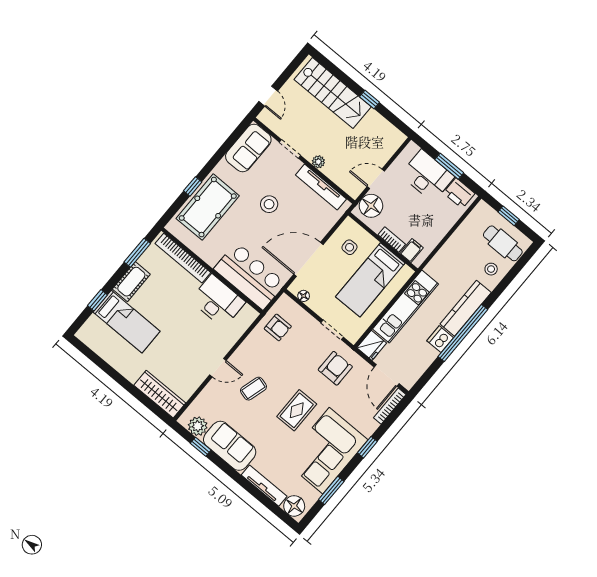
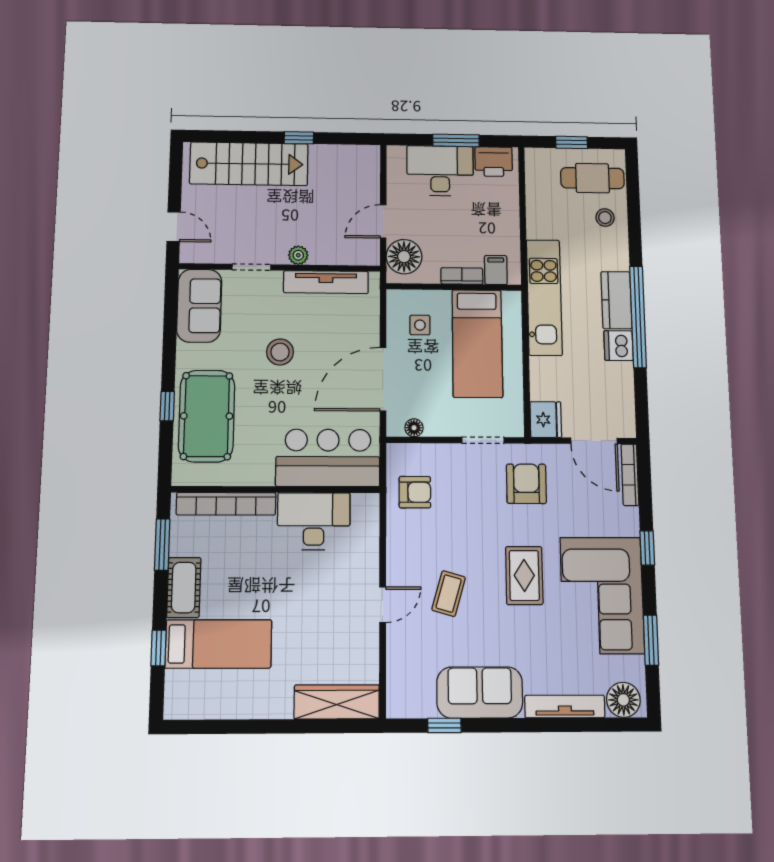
kitchen unit: (405, 306) -> (544, 297), moved
kitchen counter: (466, 308) -> (616, 300), width x0.67
plant: (198, 426) -> (419, 702), removed

